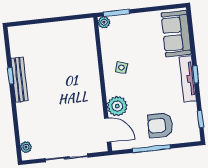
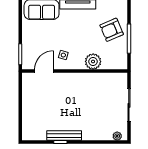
plant: (104, 22) -> (27, 65), removed
armchair: (160, 125) -> (112, 30), turned 67
door: (108, 130) -> (44, 71), moved

